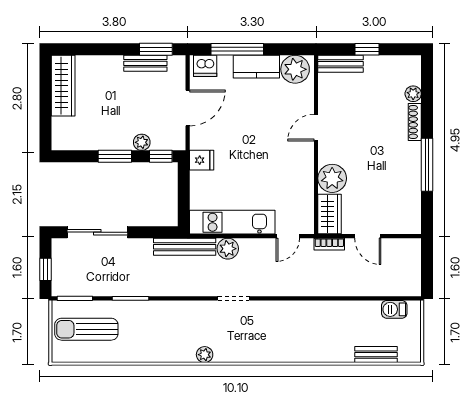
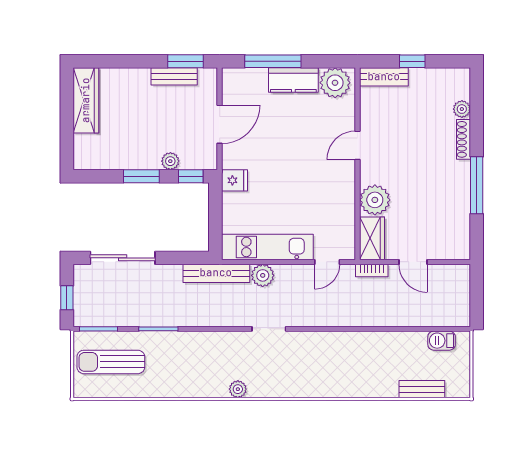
dishwasher: (205, 66) -> (238, 79), removed

